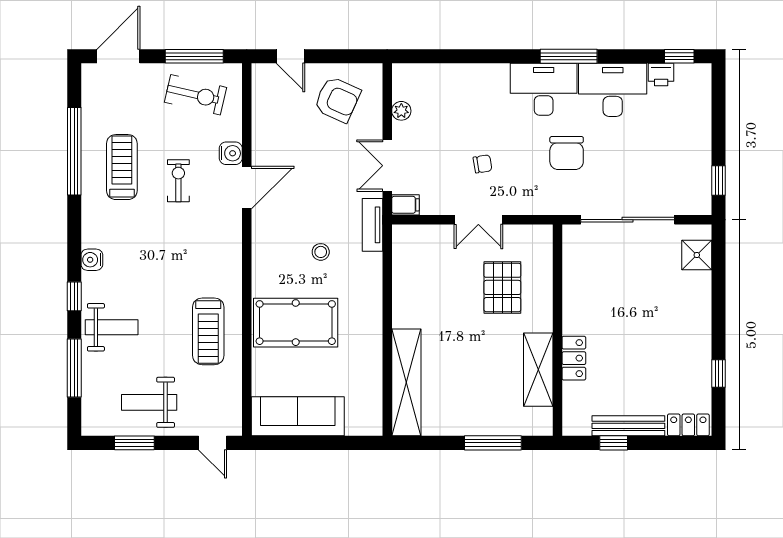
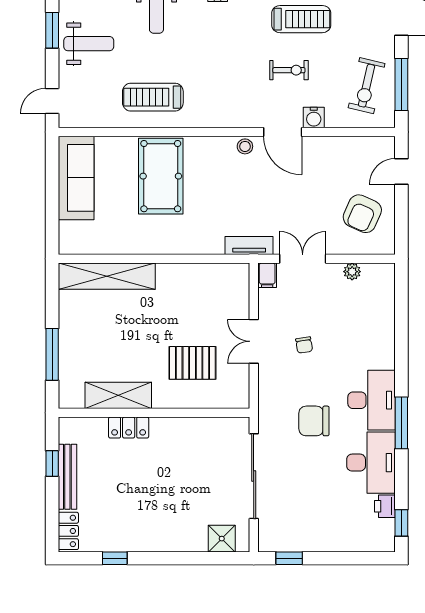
stool: (321, 252) -> (245, 146), moved
weight bench: (149, 402) -> (89, 44), turned 90

